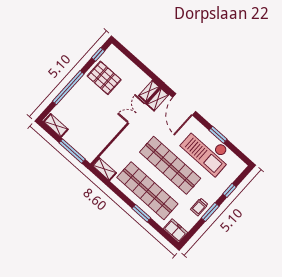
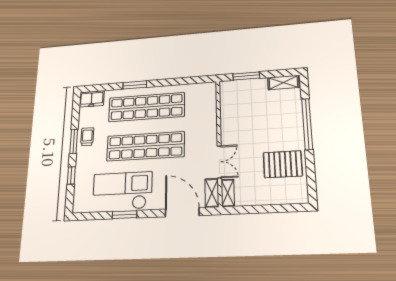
window: (98, 54) -> (311, 180), removed
window: (72, 151) -> (246, 76), width x0.69
shelving: (104, 169) -> (202, 89), removed

